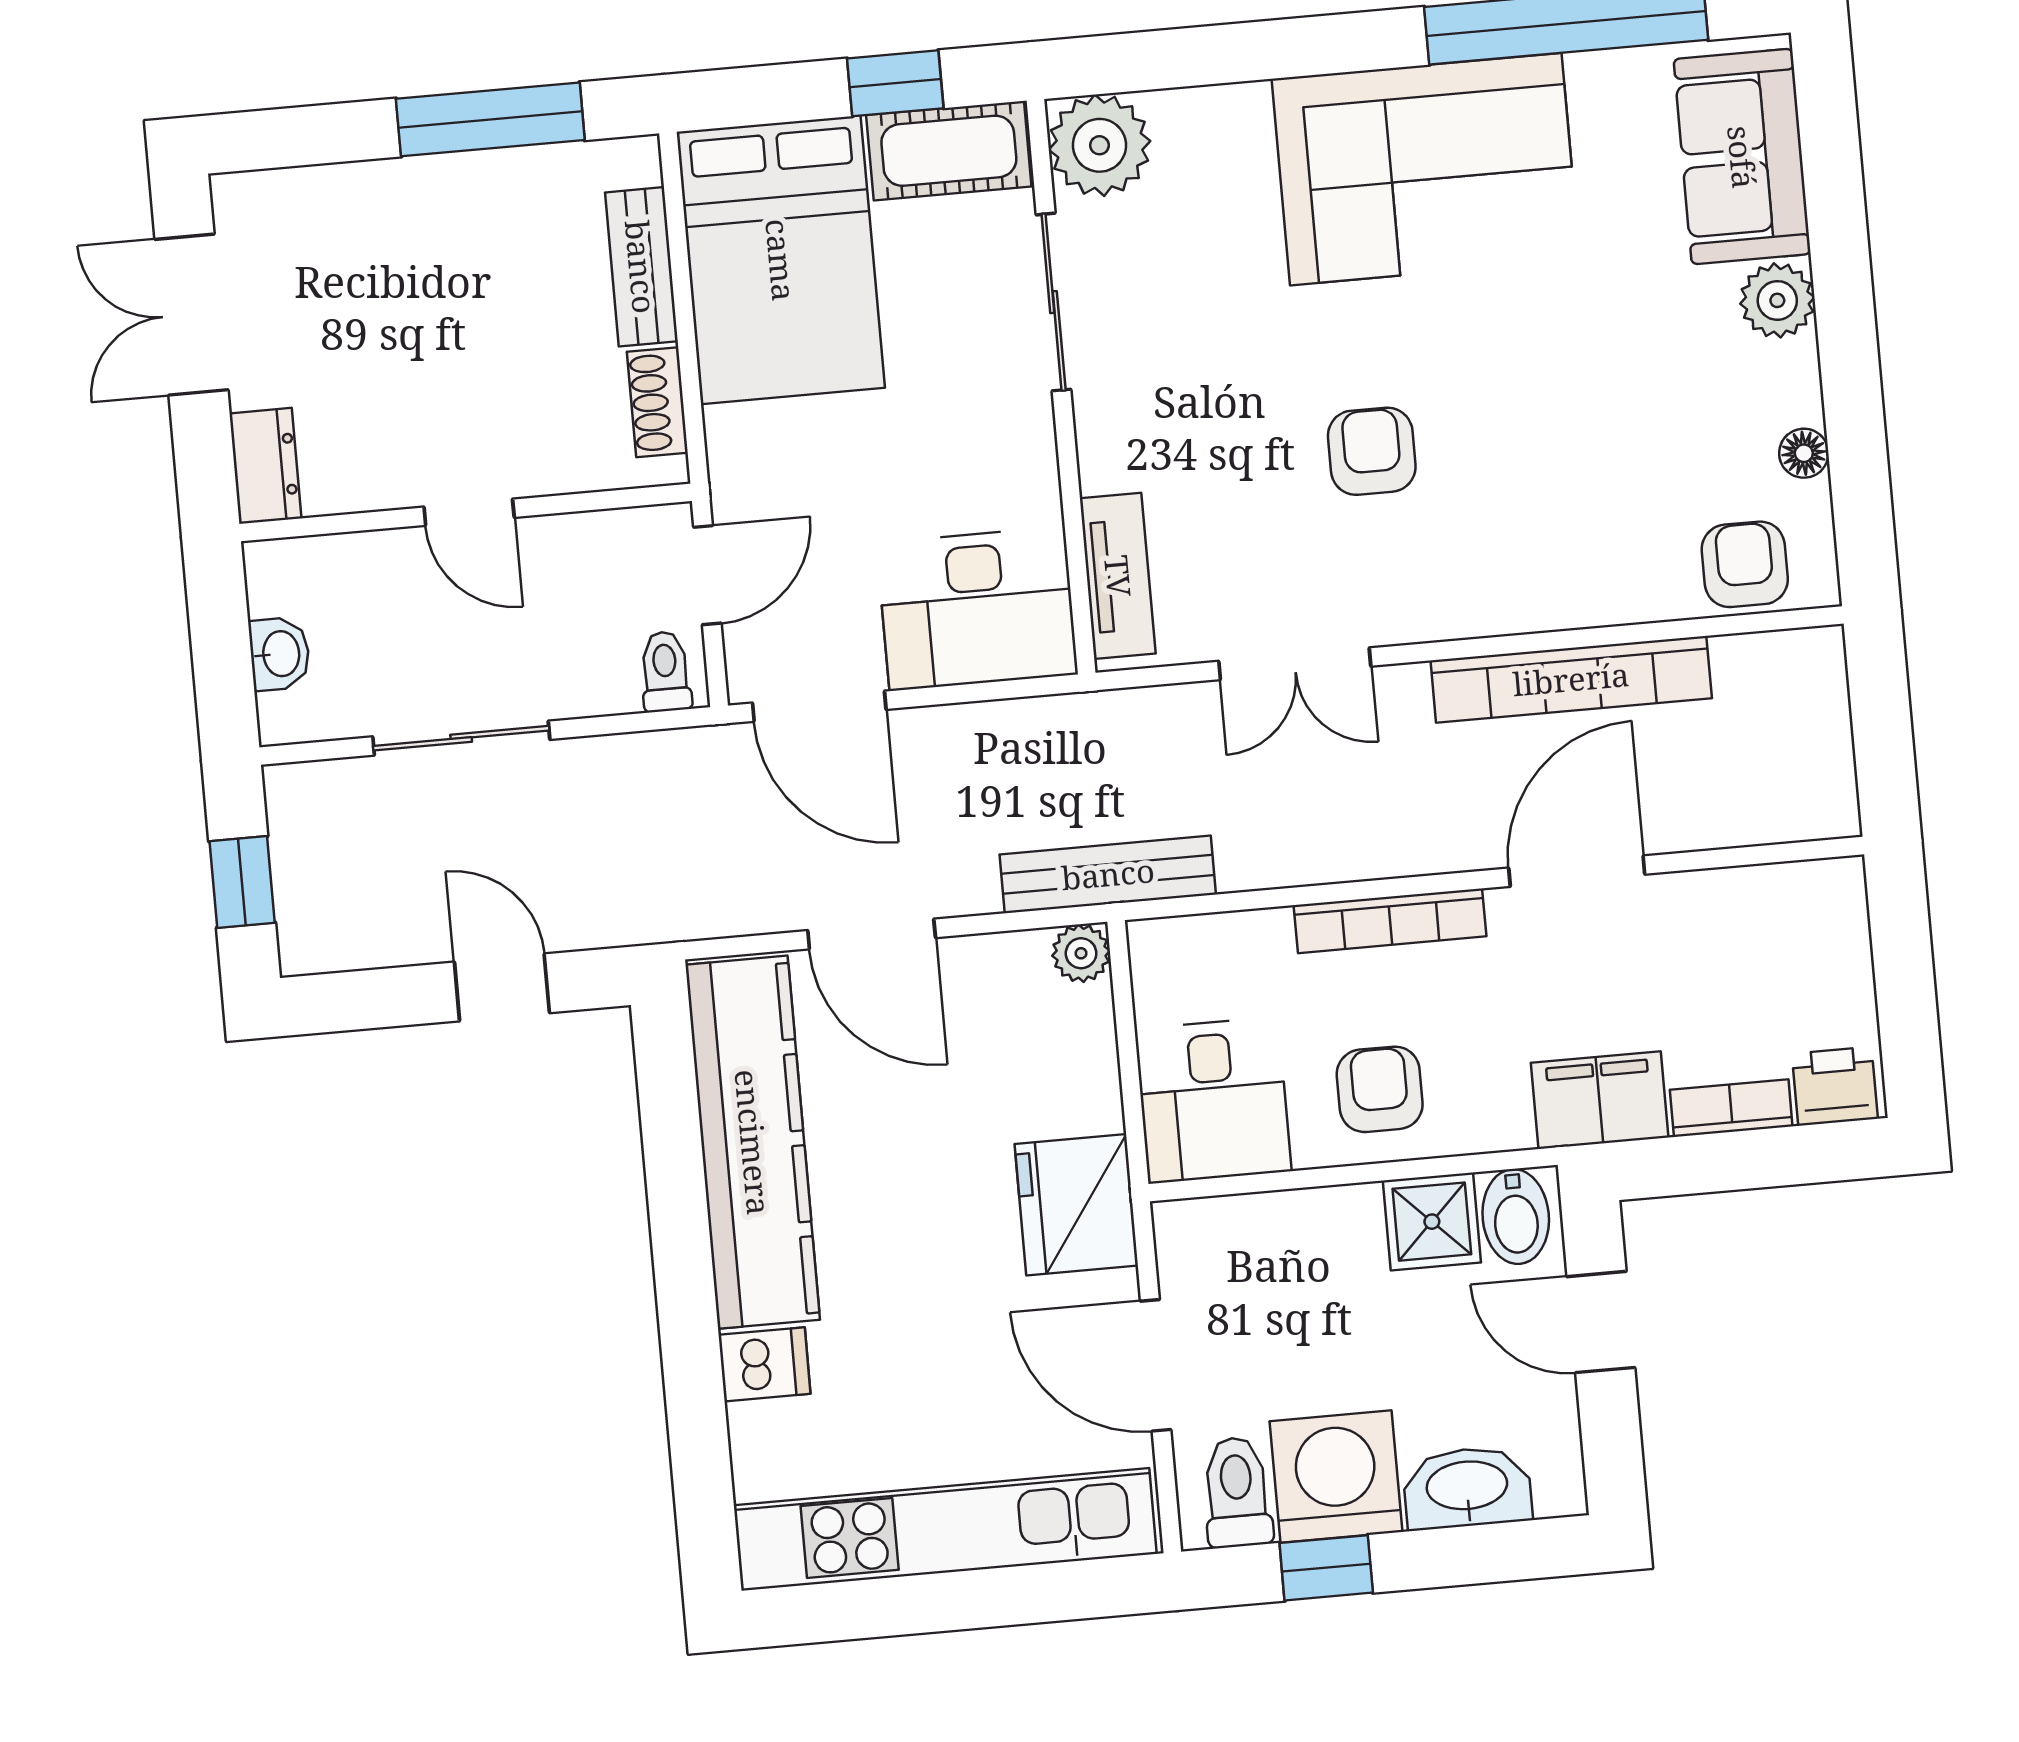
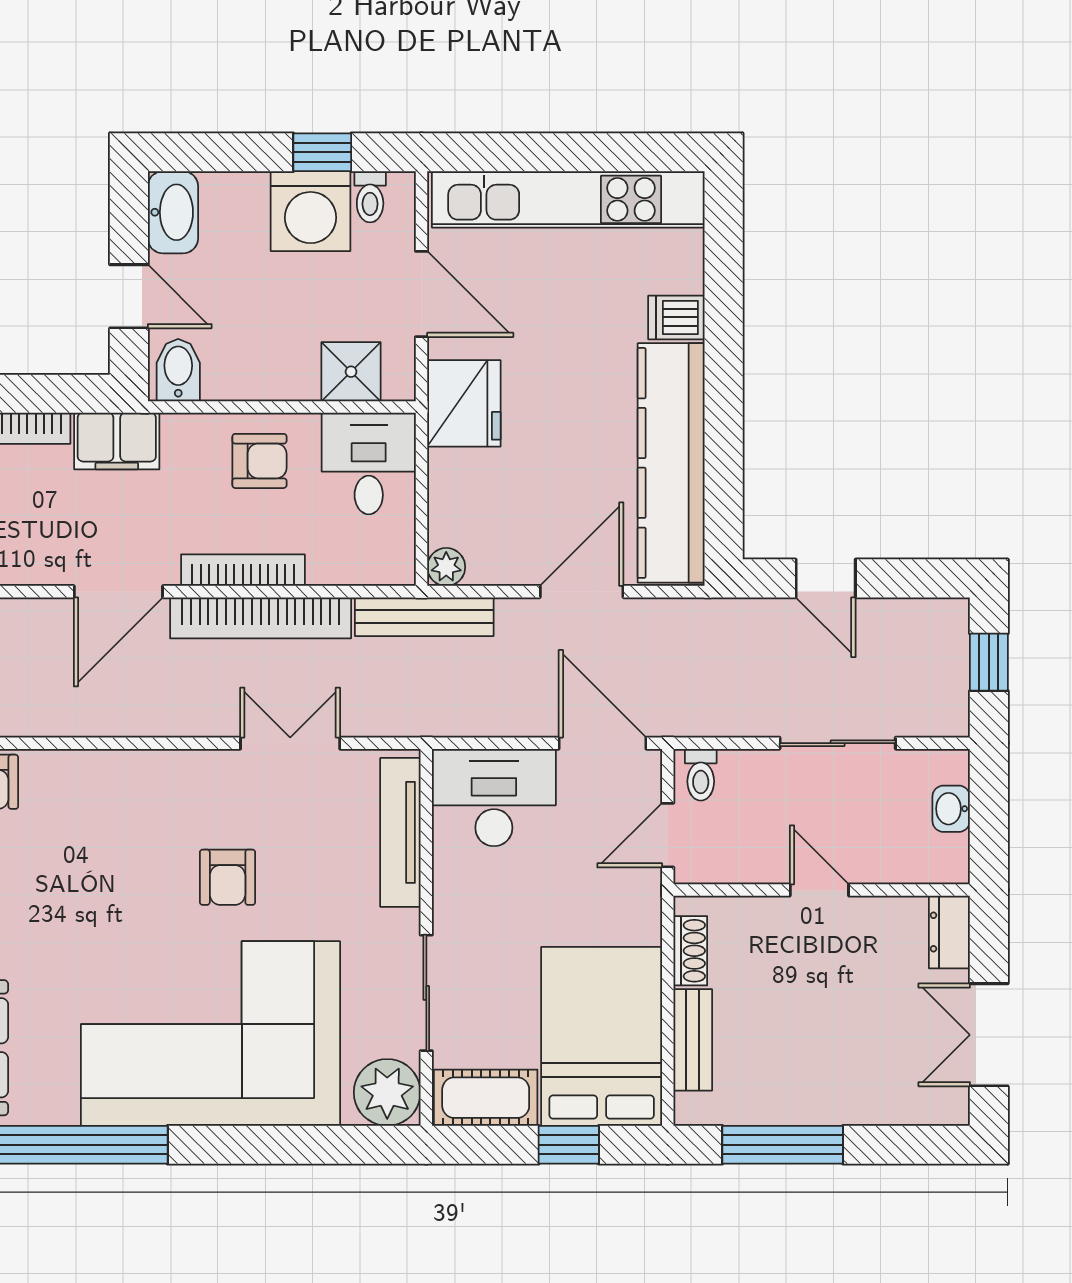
window: (895, 83) -> (569, 1145), moved
corner sofa: (1426, 169) -> (210, 1033), width x1.36, depth x1.36
double door: (191, 315) -> (989, 1035), swing flipped
tv unit: (1118, 576) -> (400, 832), width x1.41
bookcase: (1571, 679) -> (261, 618), moved, turned 180
door: (872, 934) -> (582, 592), hinge flipped
armchair: (1380, 1089) -> (259, 461), turned -90
shower: (1432, 1222) -> (351, 372), moved
washbasin: (1467, 1488) -> (173, 212), moved, turned -90
toilet: (1237, 1492) -> (370, 197), width x0.73, depth x0.72

